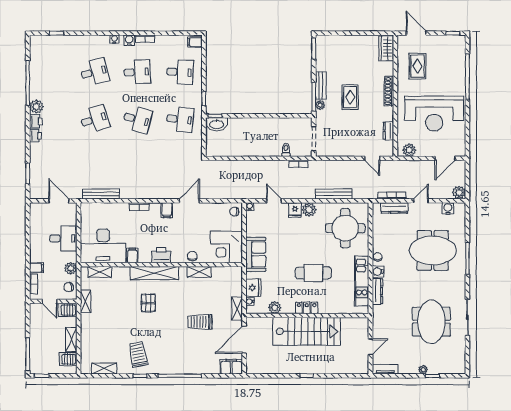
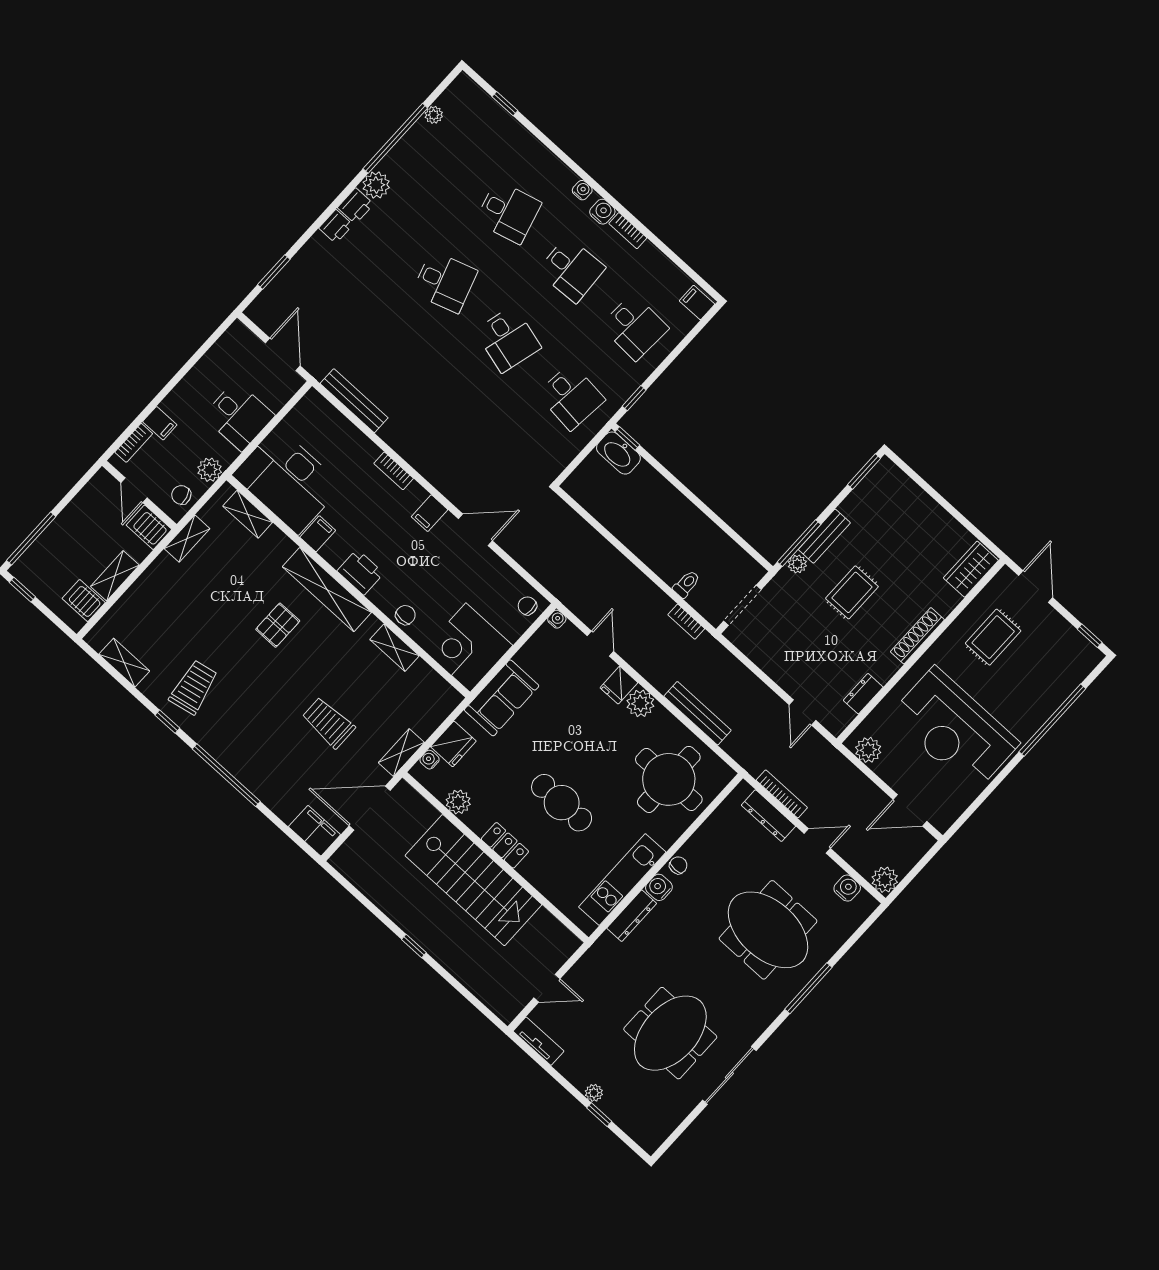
plant: (34, 61) -> (434, 115), added

